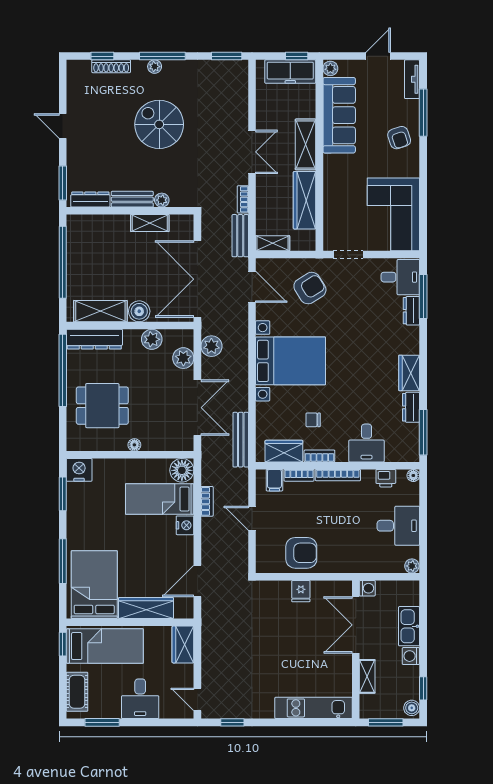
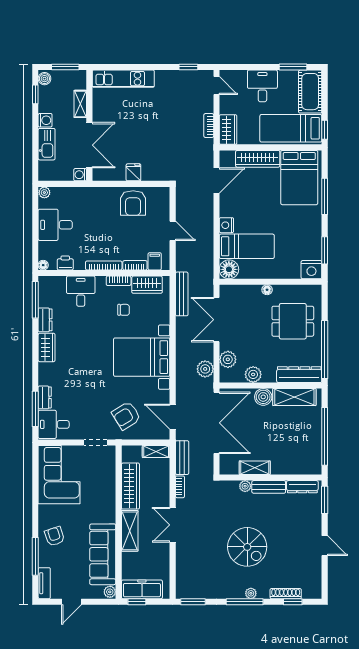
bookcase: (207, 501) -> (209, 126), moved
armchair: (301, 553) -> (133, 203), turned -90
cot: (77, 692) -> (310, 92), width x1.37, depth x1.34

